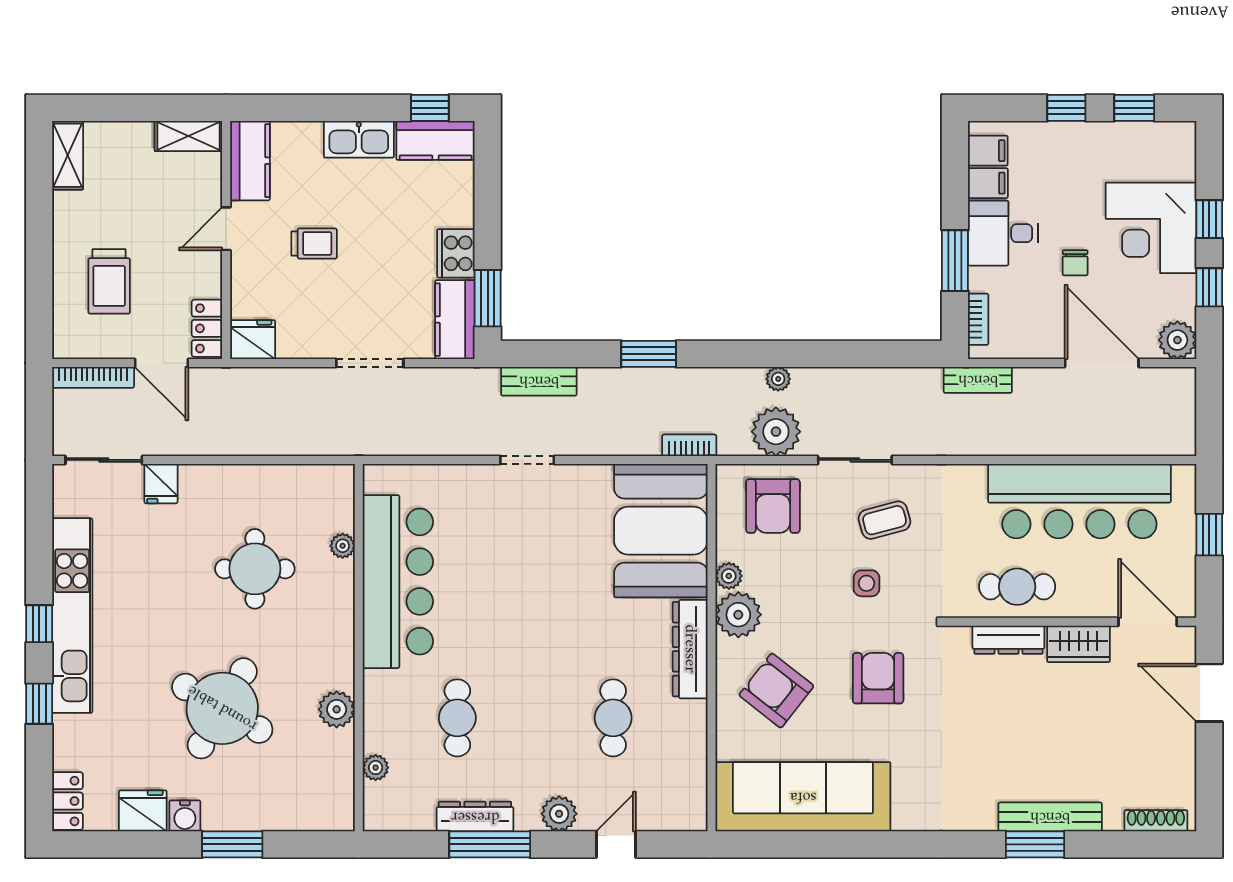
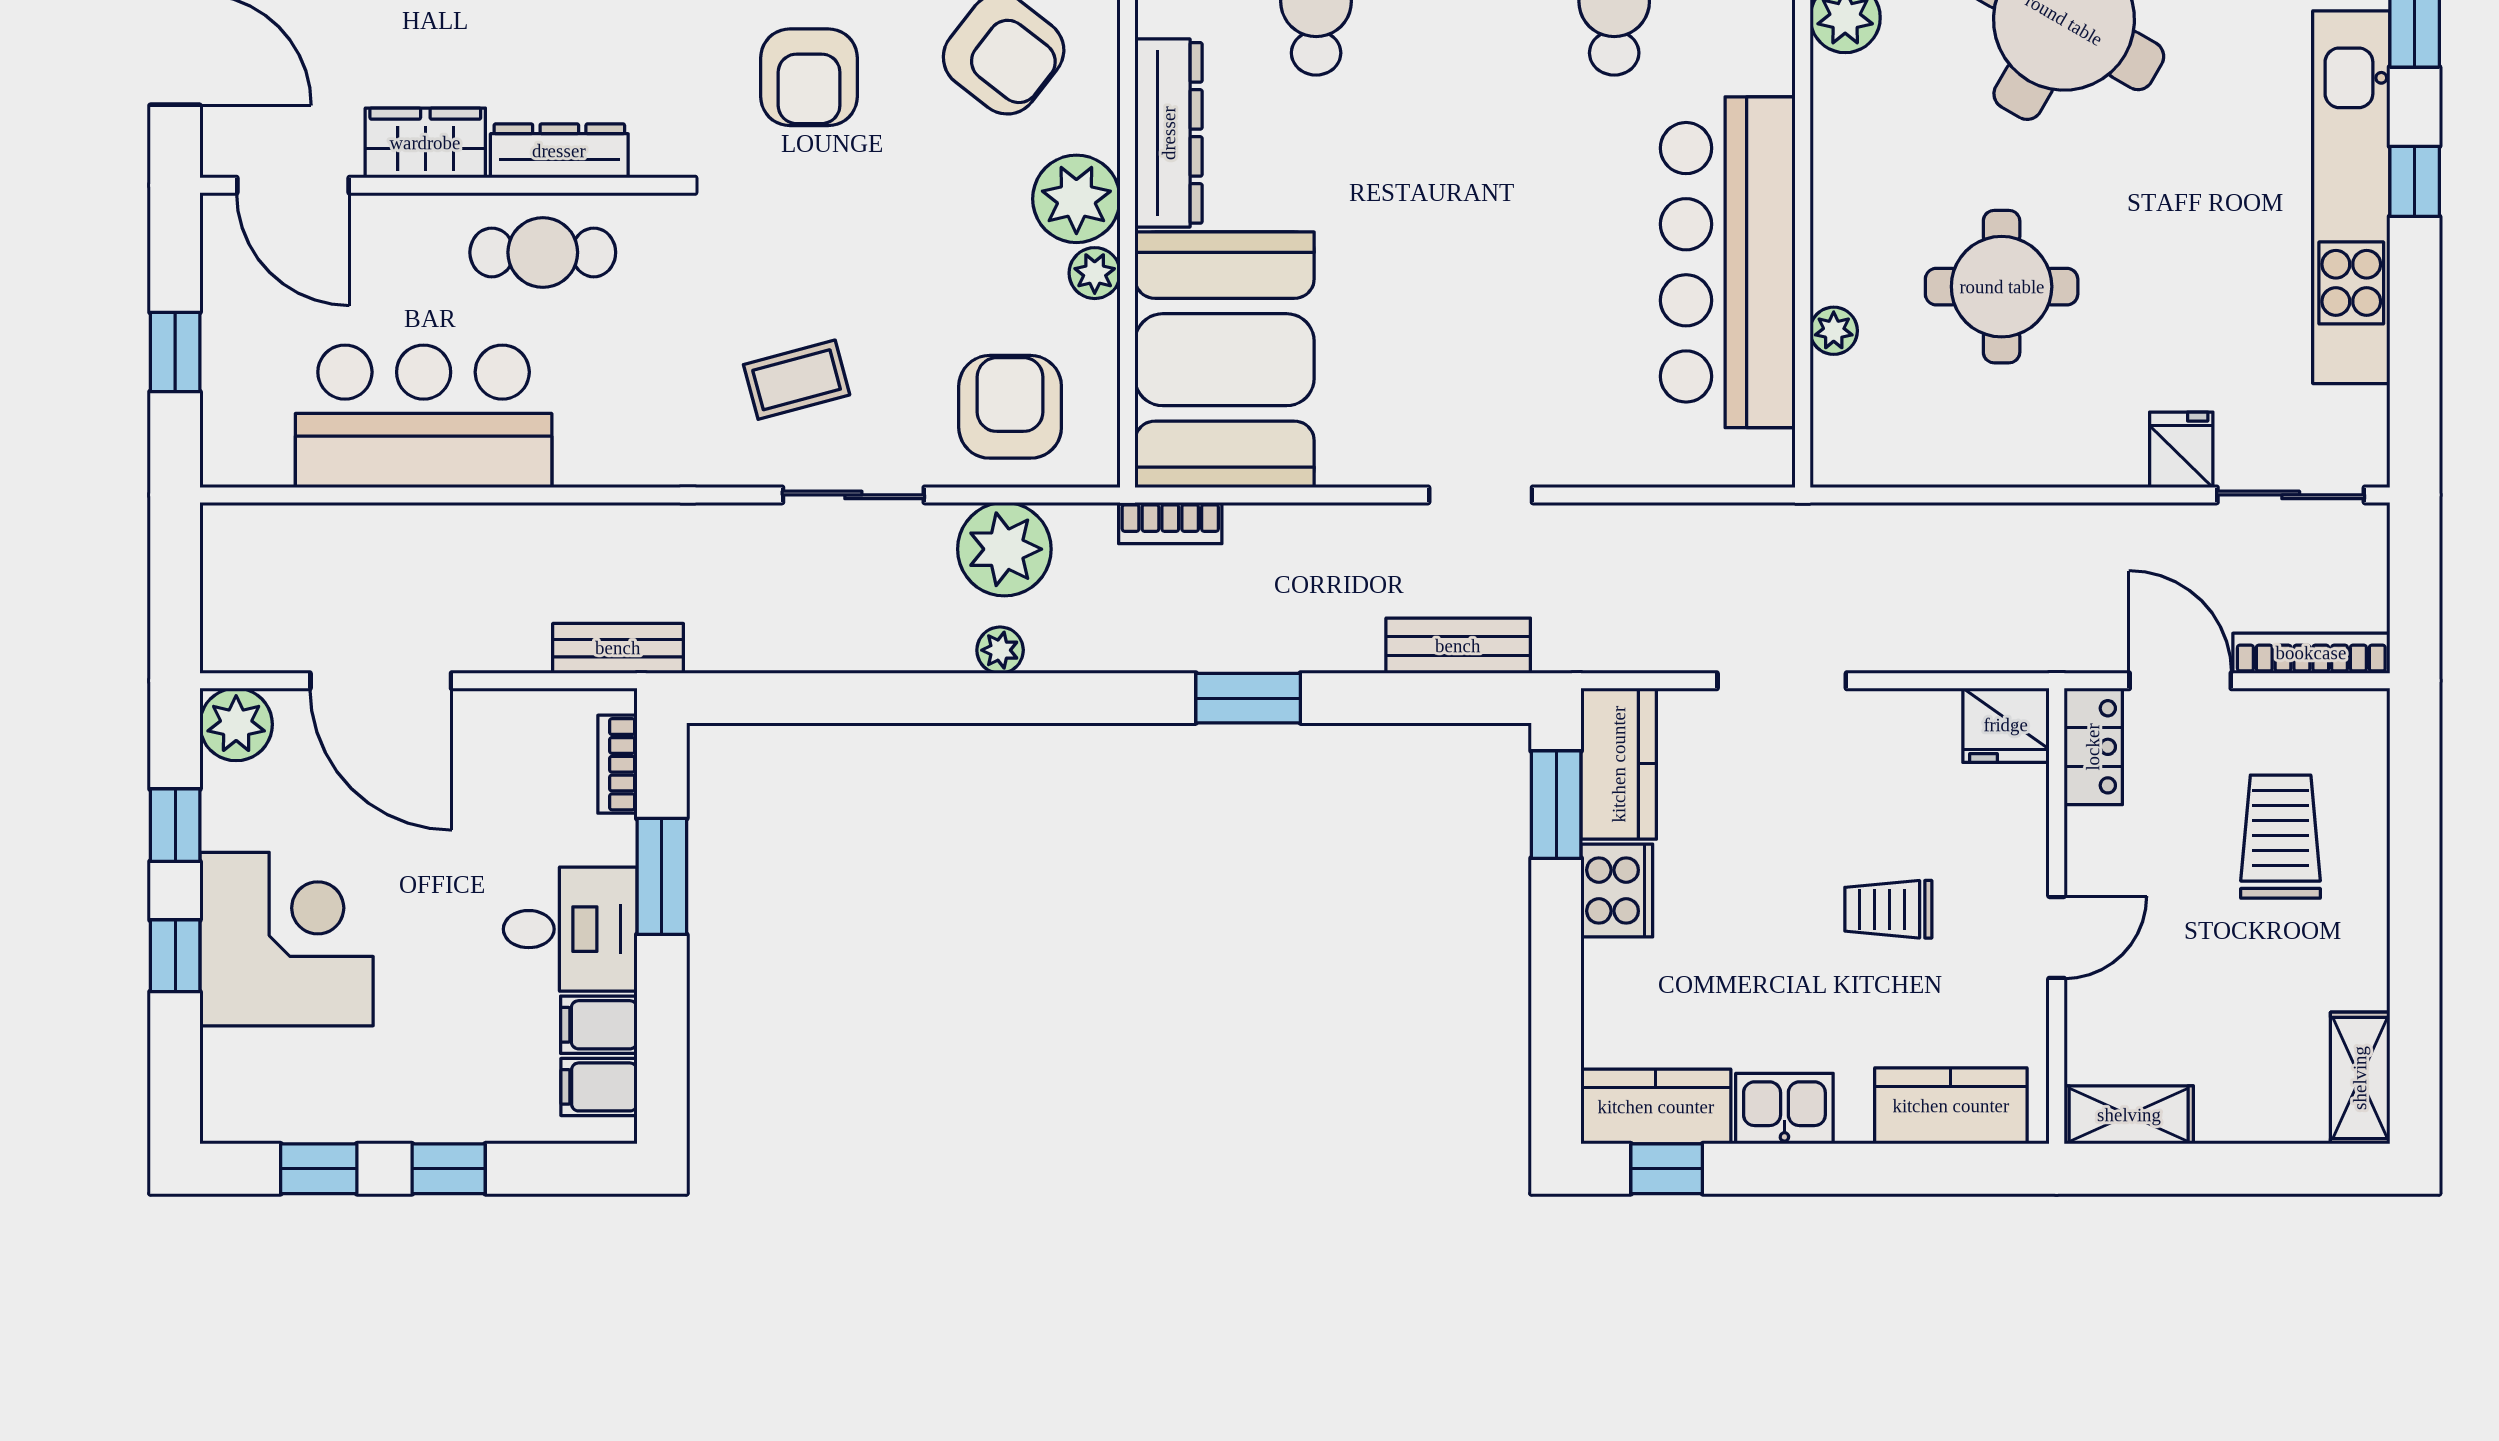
kitchen sink: (359, 139) -> (1784, 1109), width x0.73
kitchen counter: (250, 161) -> (1951, 1106), moved, turned 90
chair: (1075, 263) -> (432, 872), removed
bar counter: (1079, 501) -> (424, 416), width x0.73
side table: (867, 583) -> (831, 259), removed

